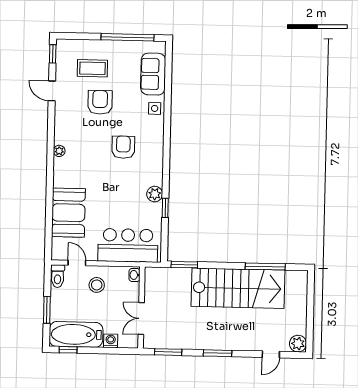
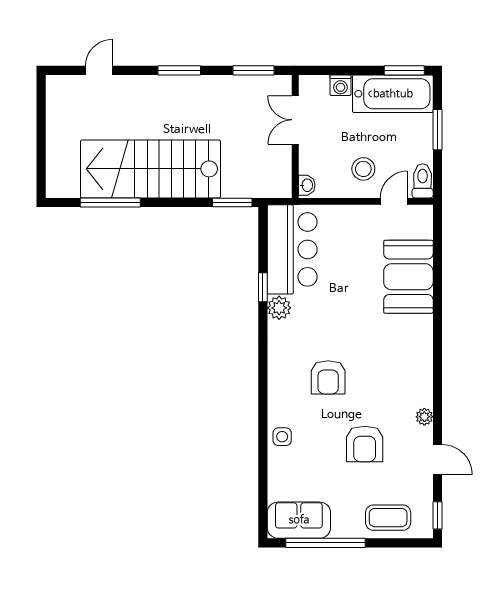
coffee table: (92, 68) -> (388, 518), moved
sofa: (153, 74) -> (299, 520), moved, turned -90
plant: (59, 151) -> (424, 417), moved
bar counter: (128, 245) -> (292, 249), moved, turned -90
door: (77, 263) -> (394, 201), swing flipped
double door: (141, 318) -> (295, 120), swing flipped
plant: (298, 344) -> (58, 88), removed
window: (68, 350) -> (404, 70), width x1.50

